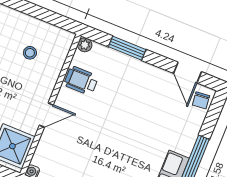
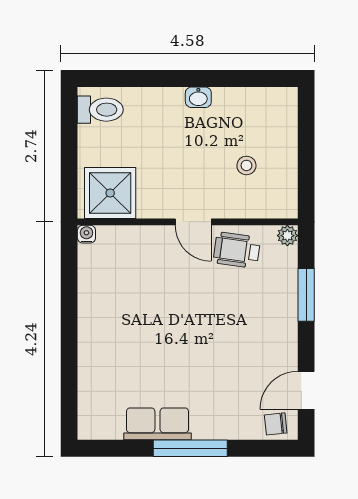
wheelchair: (81, 81) -> (237, 250), turned -82
door: (46, 115) -> (193, 222), moved

